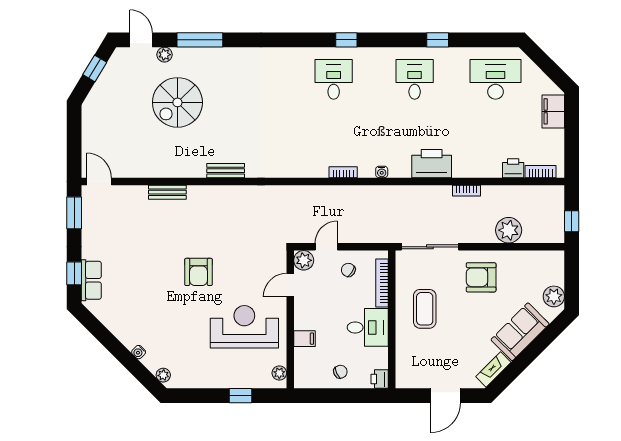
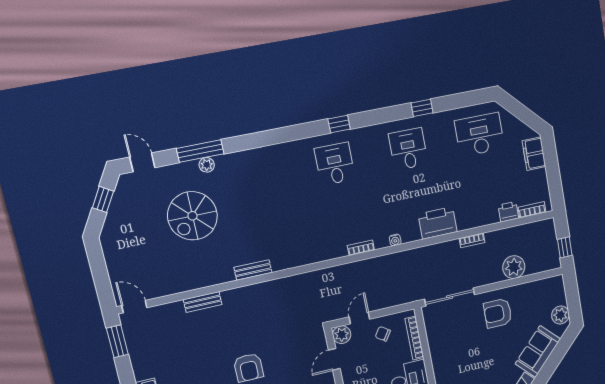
plant: (164, 55) -> (207, 165), moved
coffee table: (425, 309) -> (455, 352), removed

